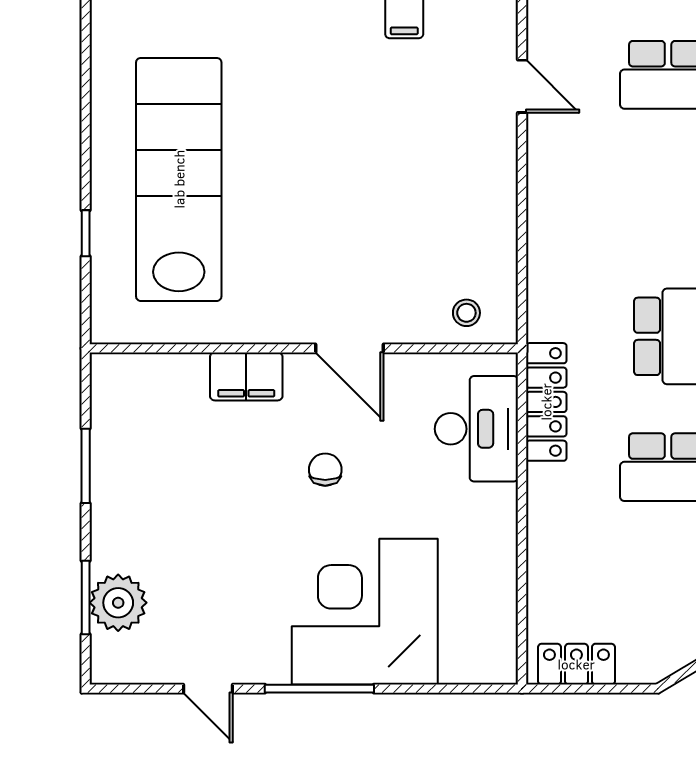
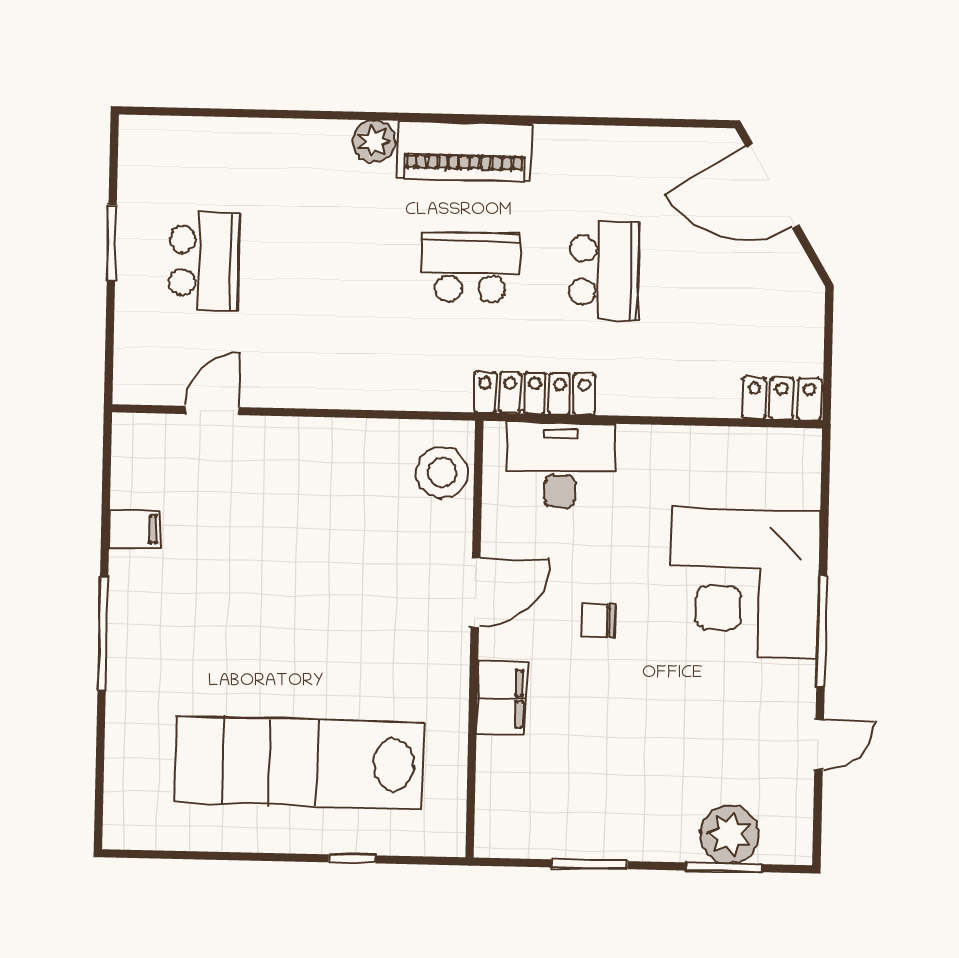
stool: (466, 313) -> (442, 472), width x1.89, depth x1.89
locker: (576, 664) -> (782, 399), moved, turned 90

